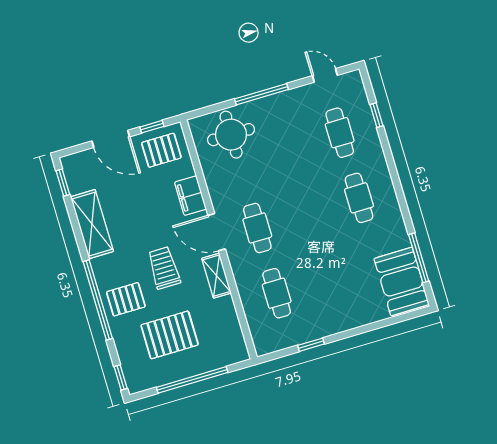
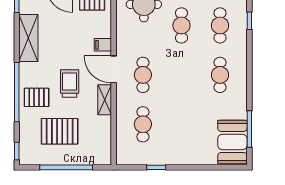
cafe table: (289, 148) -> (181, 25), added
filing cabinet: (190, 196) -> (103, 45), width x0.50

